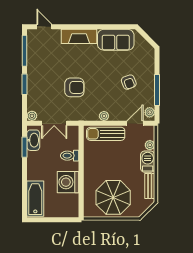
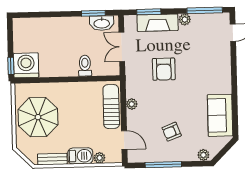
fireplace: (79, 36) -> (158, 23), moved, turned -90
window: (24, 84) -> (149, 12), moved
plant: (150, 112) -> (203, 155), moved
plant: (32, 116) -> (185, 19), moved
washing machine: (68, 182) -> (26, 65), moved
bathtub: (35, 199) -> (34, 27), removed
window: (68, 220) -> (11, 66), added

